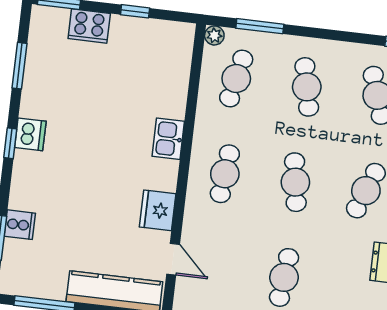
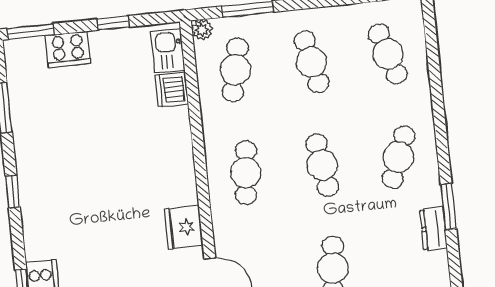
dishwasher: (30, 134) -> (172, 89), moved, turned 180
kitchen sink: (168, 139) -> (168, 51), moved

